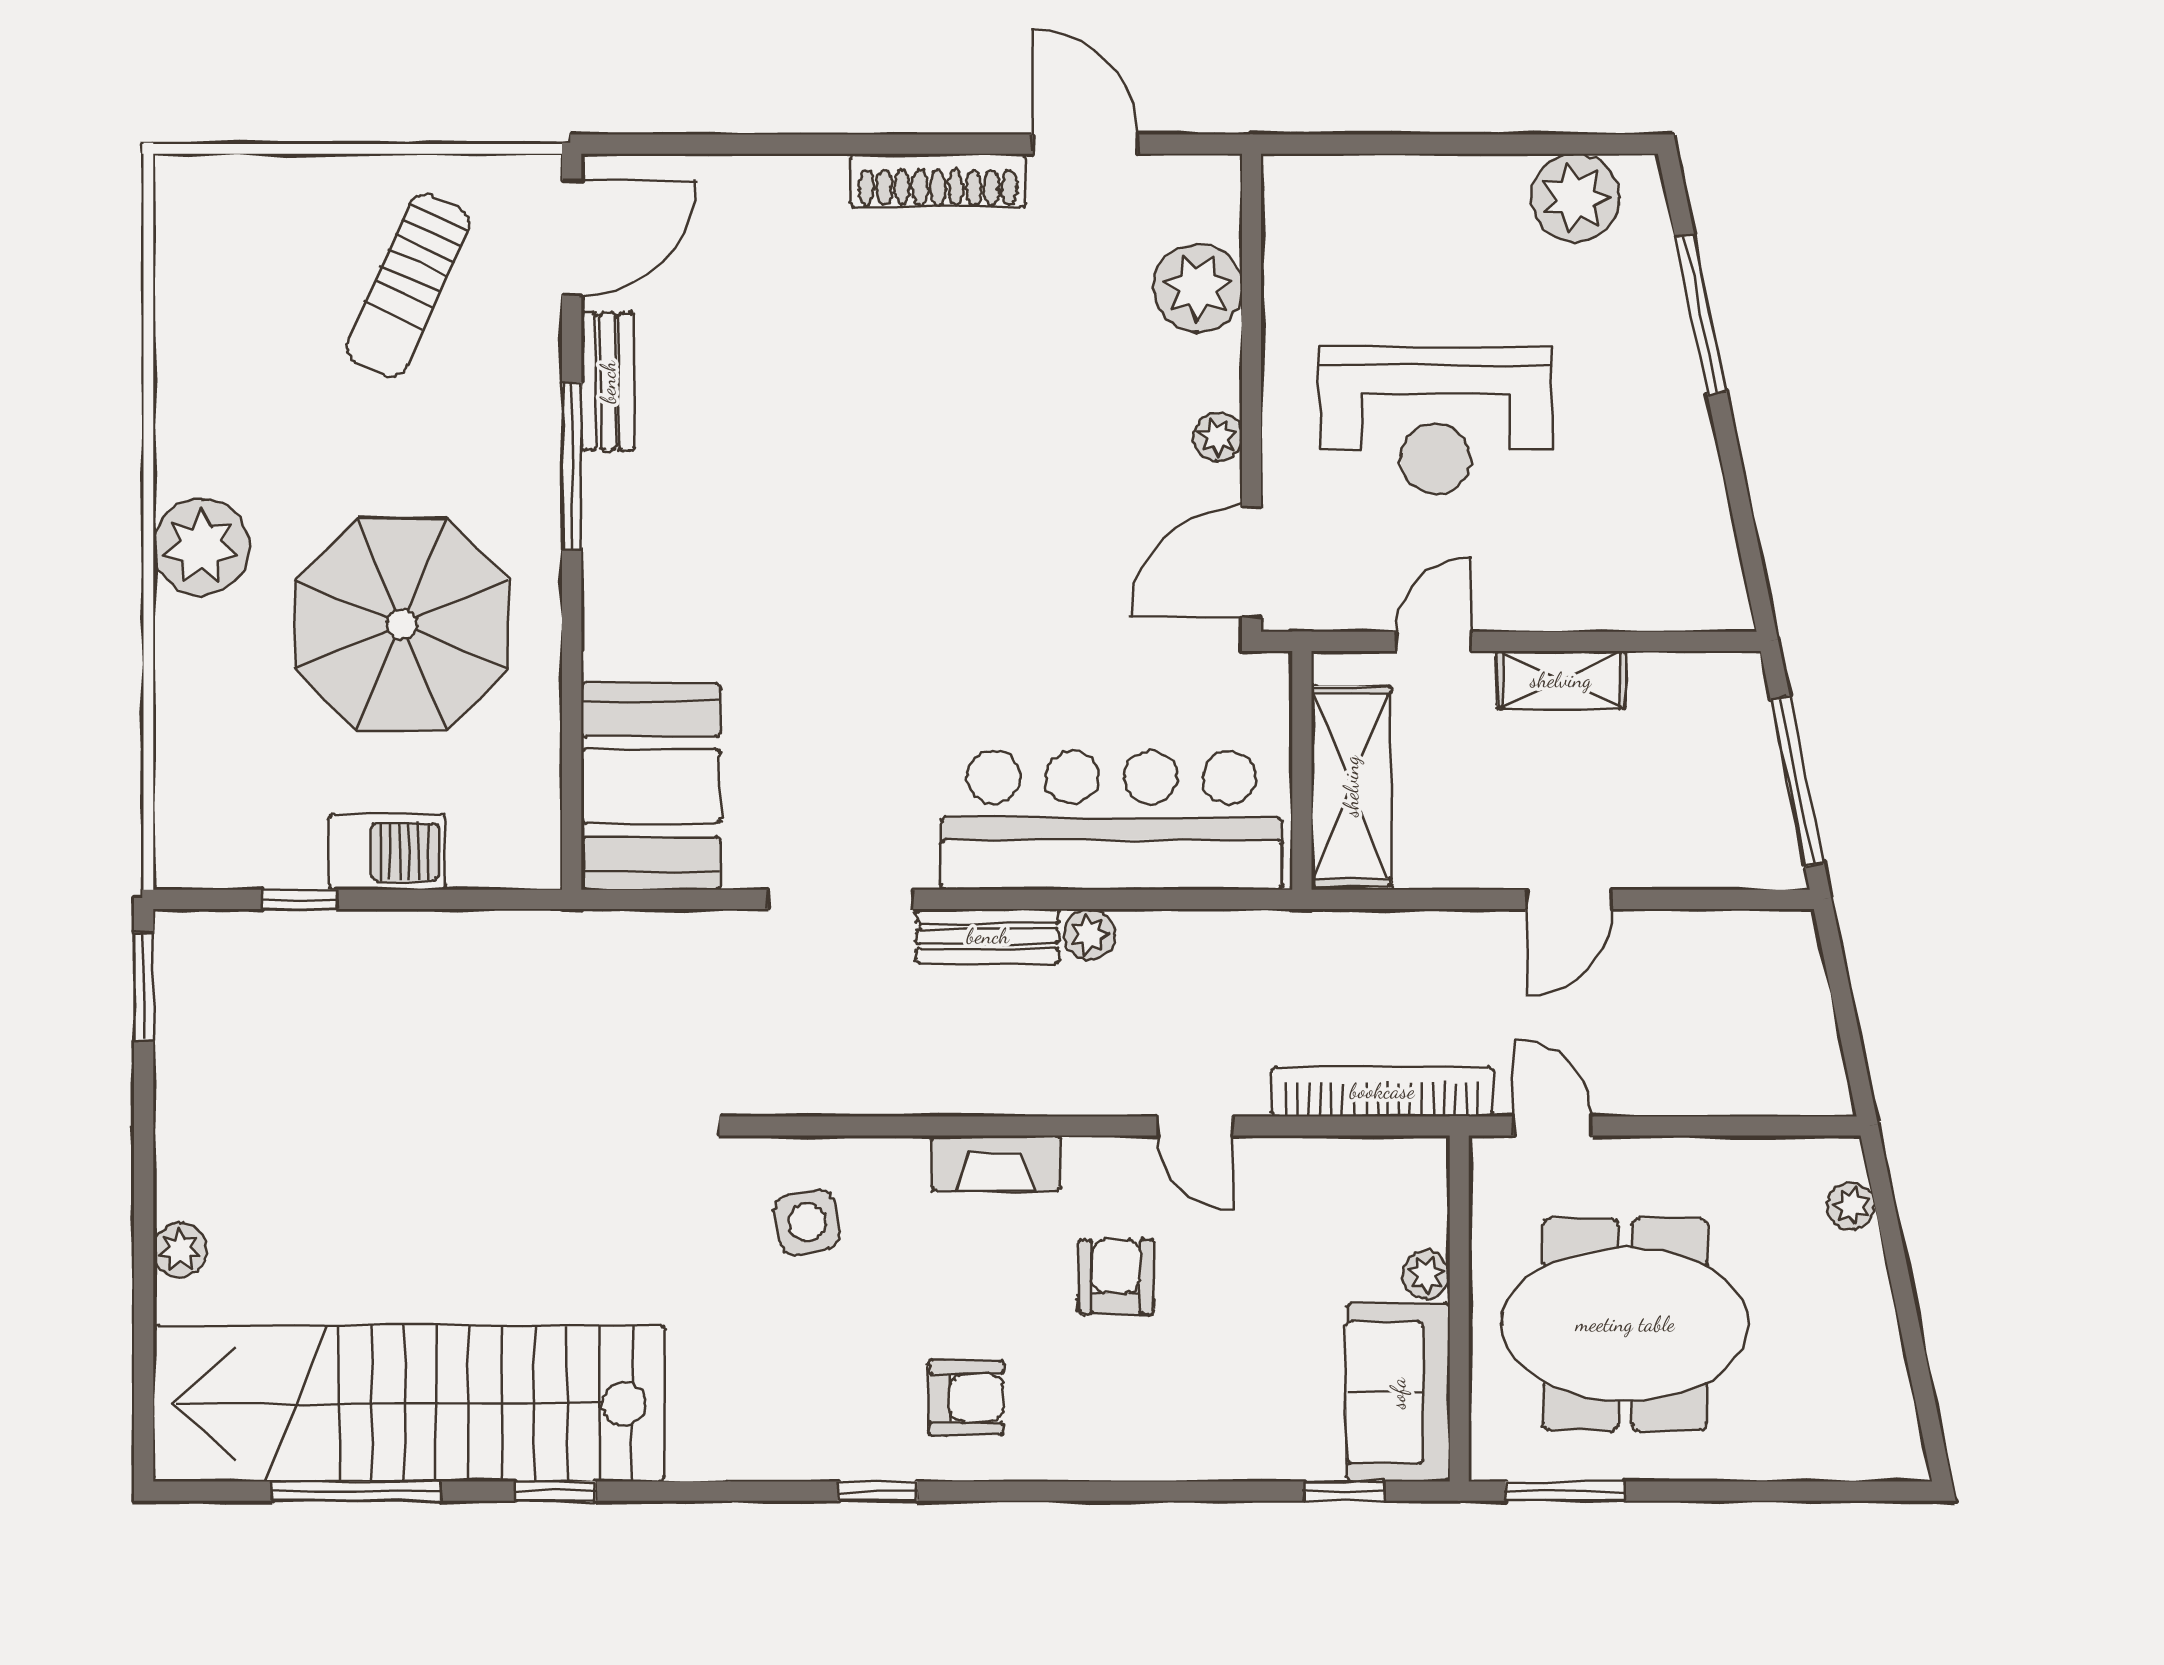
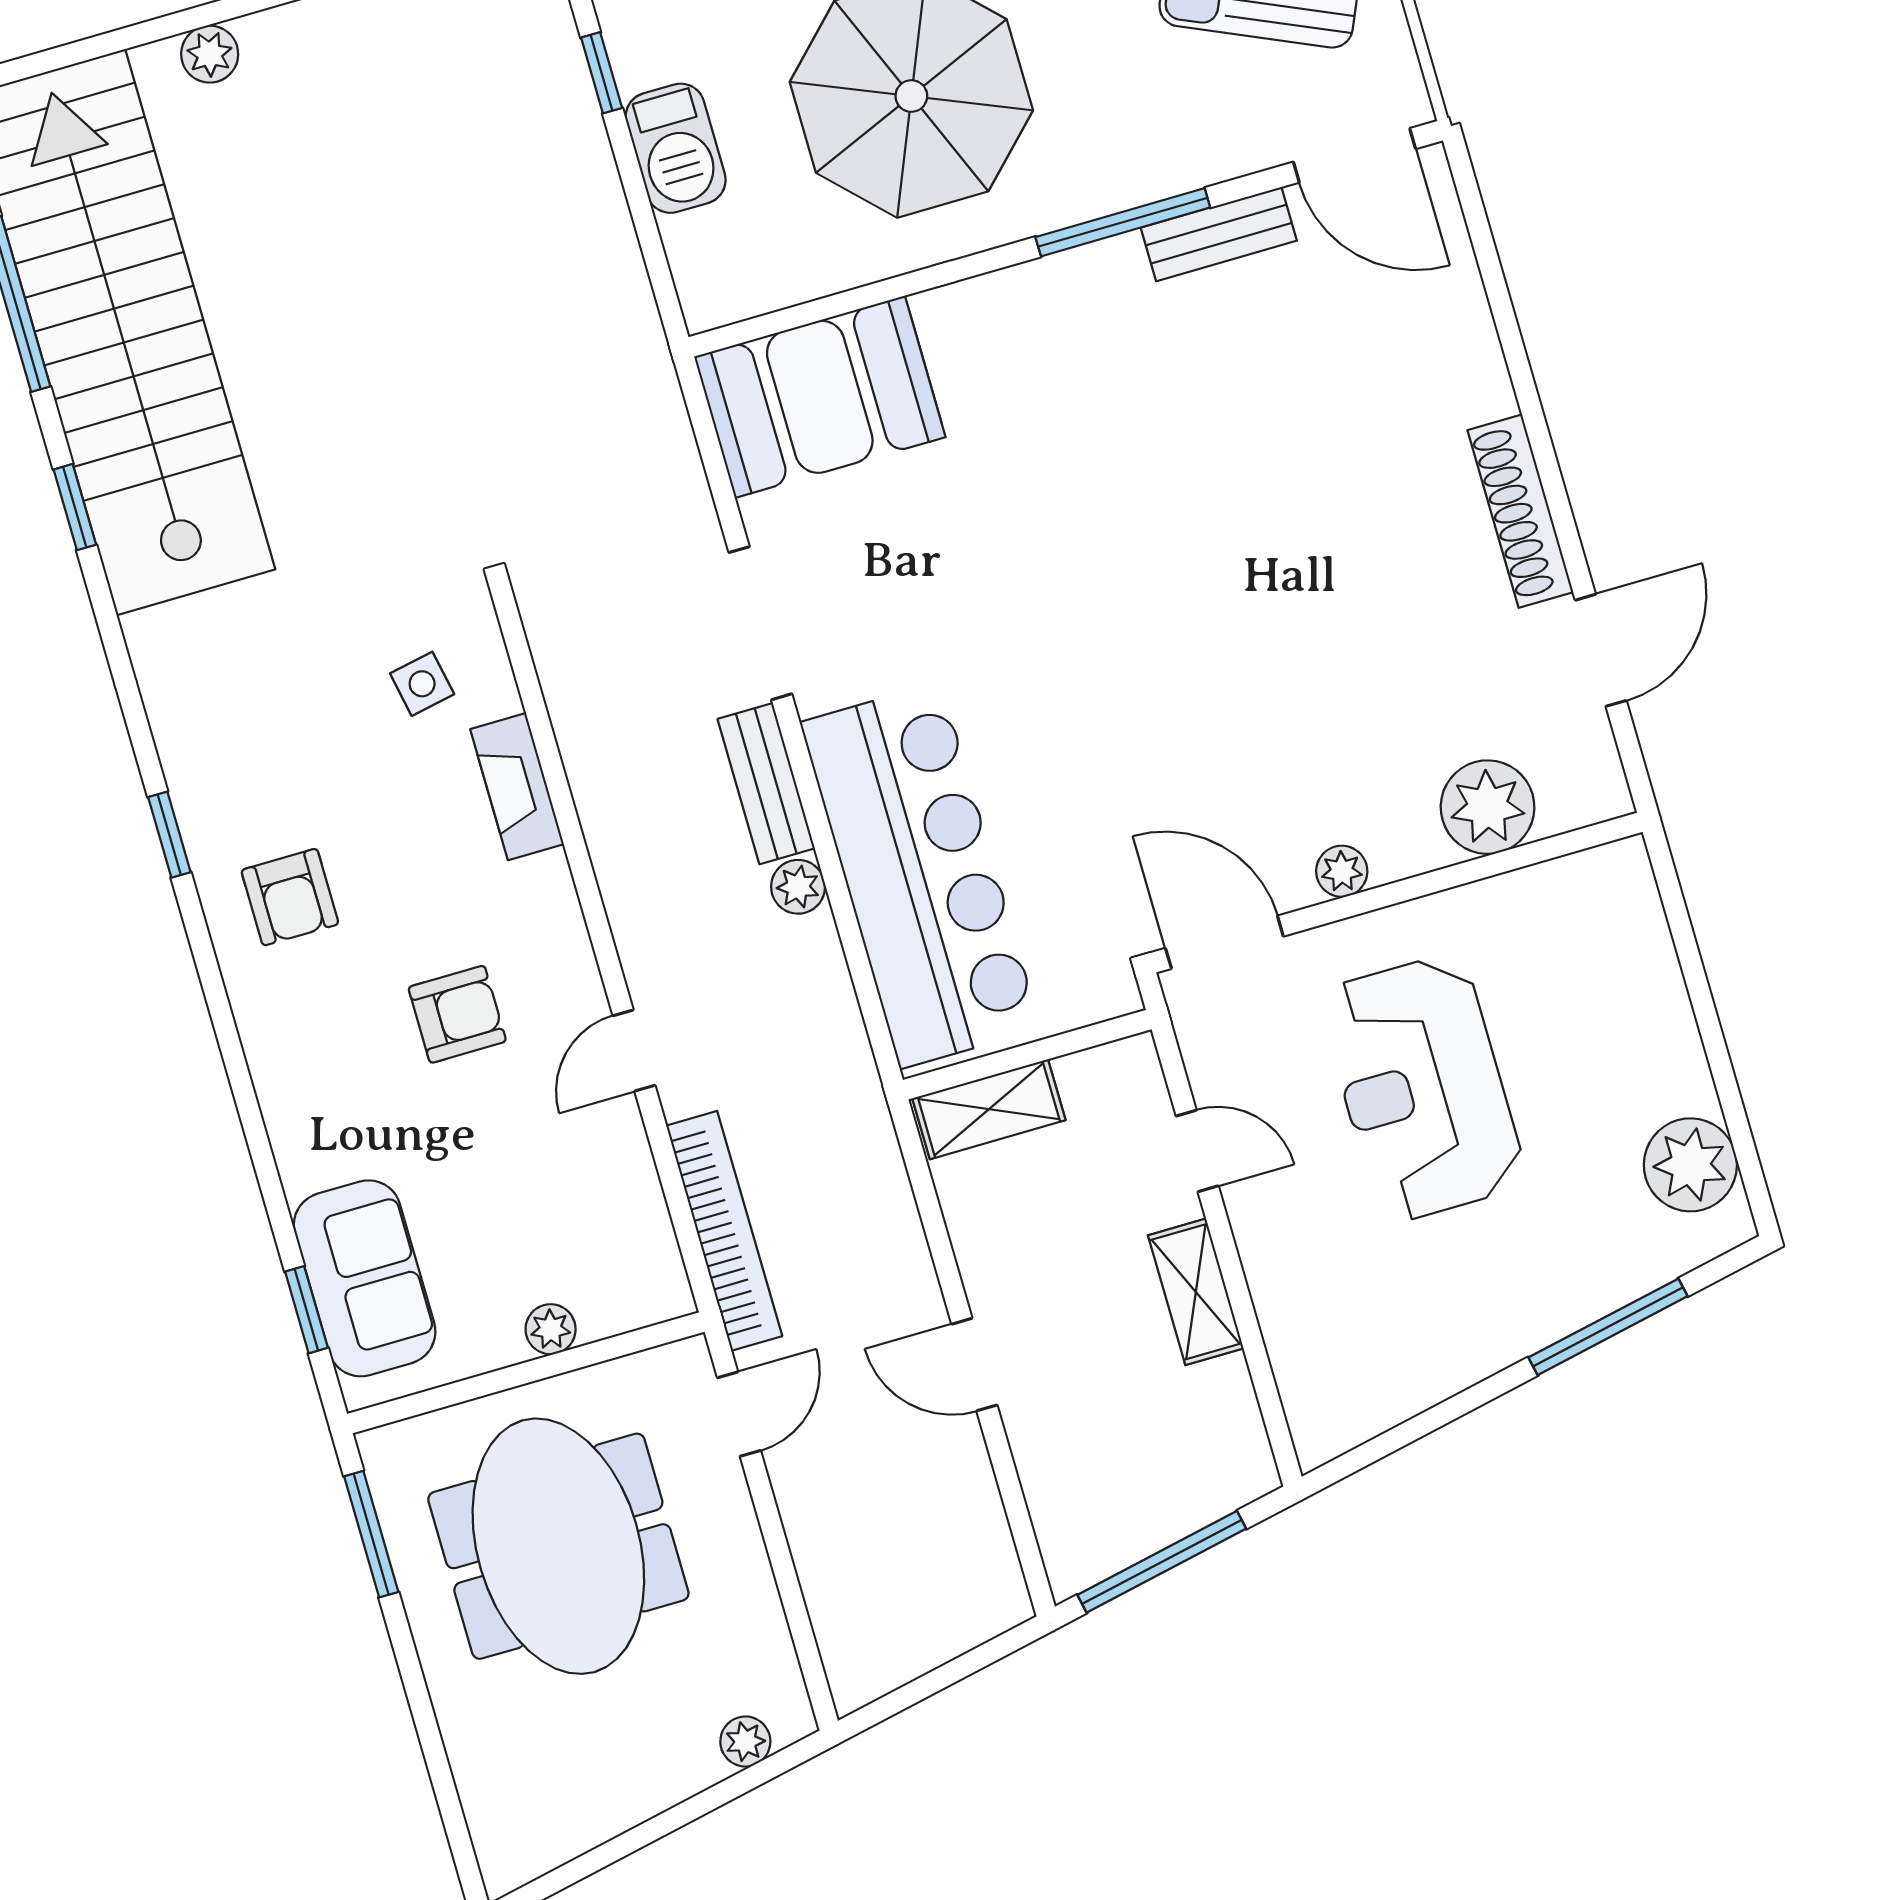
shelving: (1351, 786) -> (989, 1109), width x0.67, depth x0.75
fireplace: (996, 1163) -> (517, 787), moved
side table: (807, 1222) -> (422, 684), width x0.73, depth x0.73
sofa: (1398, 1393) -> (365, 1278), moved, turned 90

